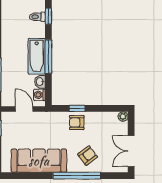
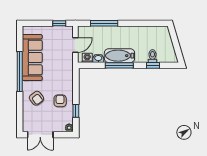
window: (77, 108) -> (76, 111), moved
armchair: (77, 123) -> (60, 101), moved
double door: (131, 151) -> (40, 135), swing flipped
window: (77, 176) -> (20, 71), moved

